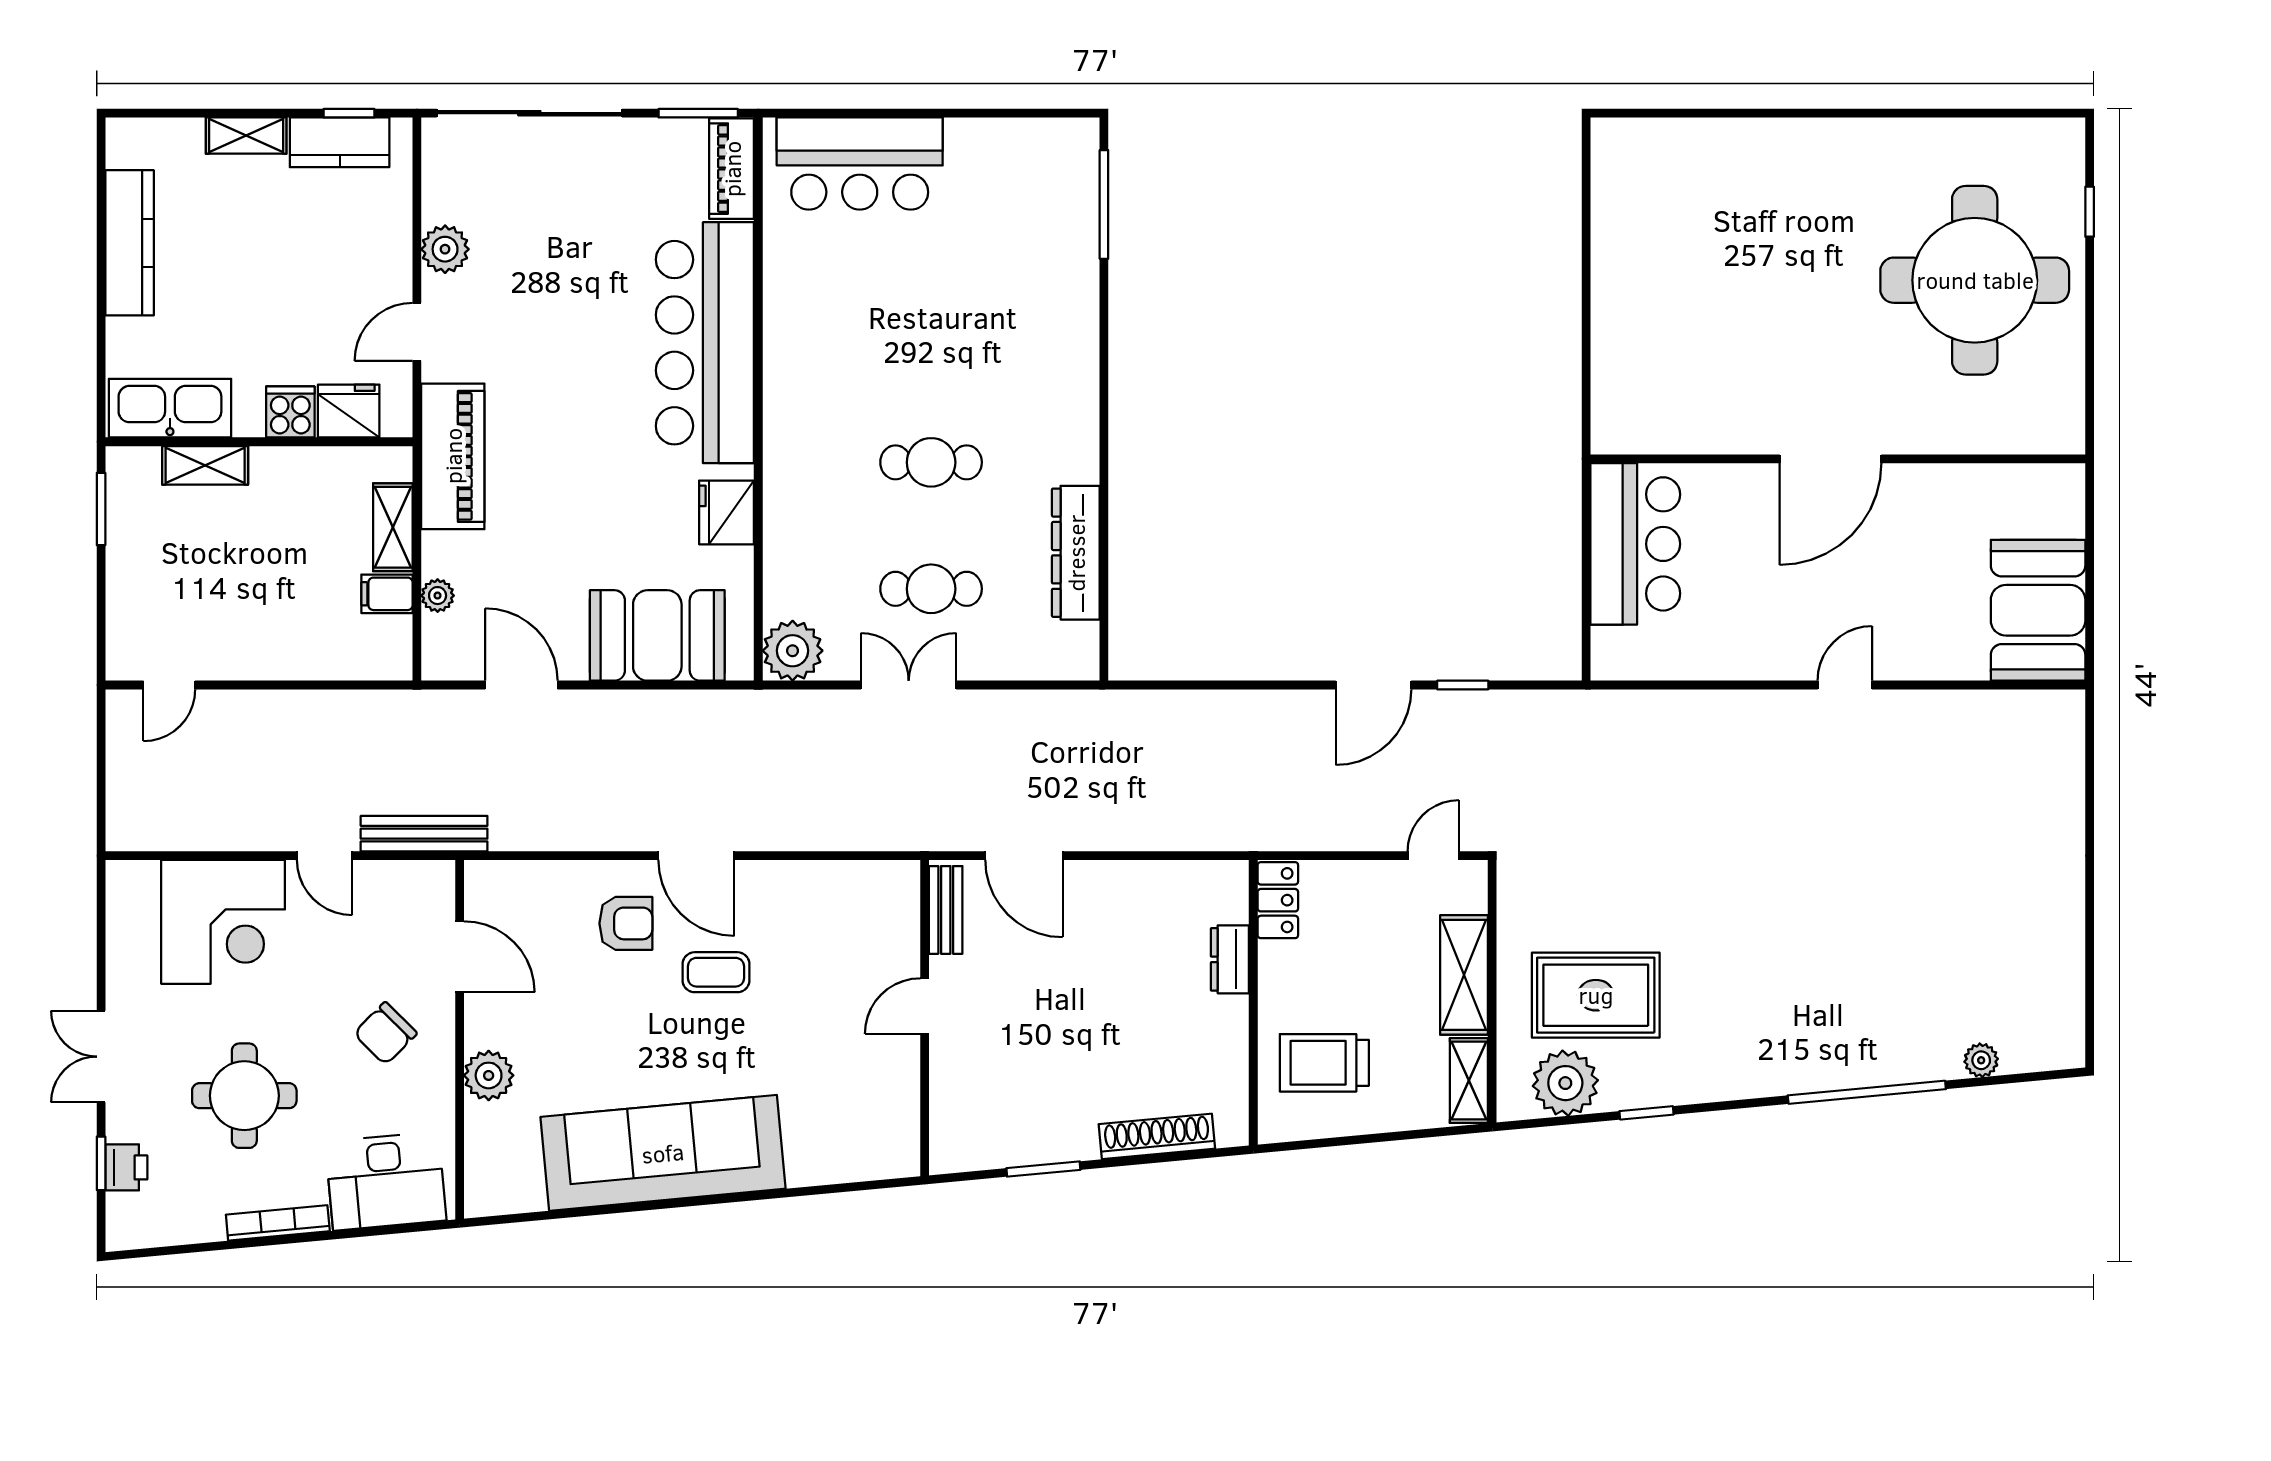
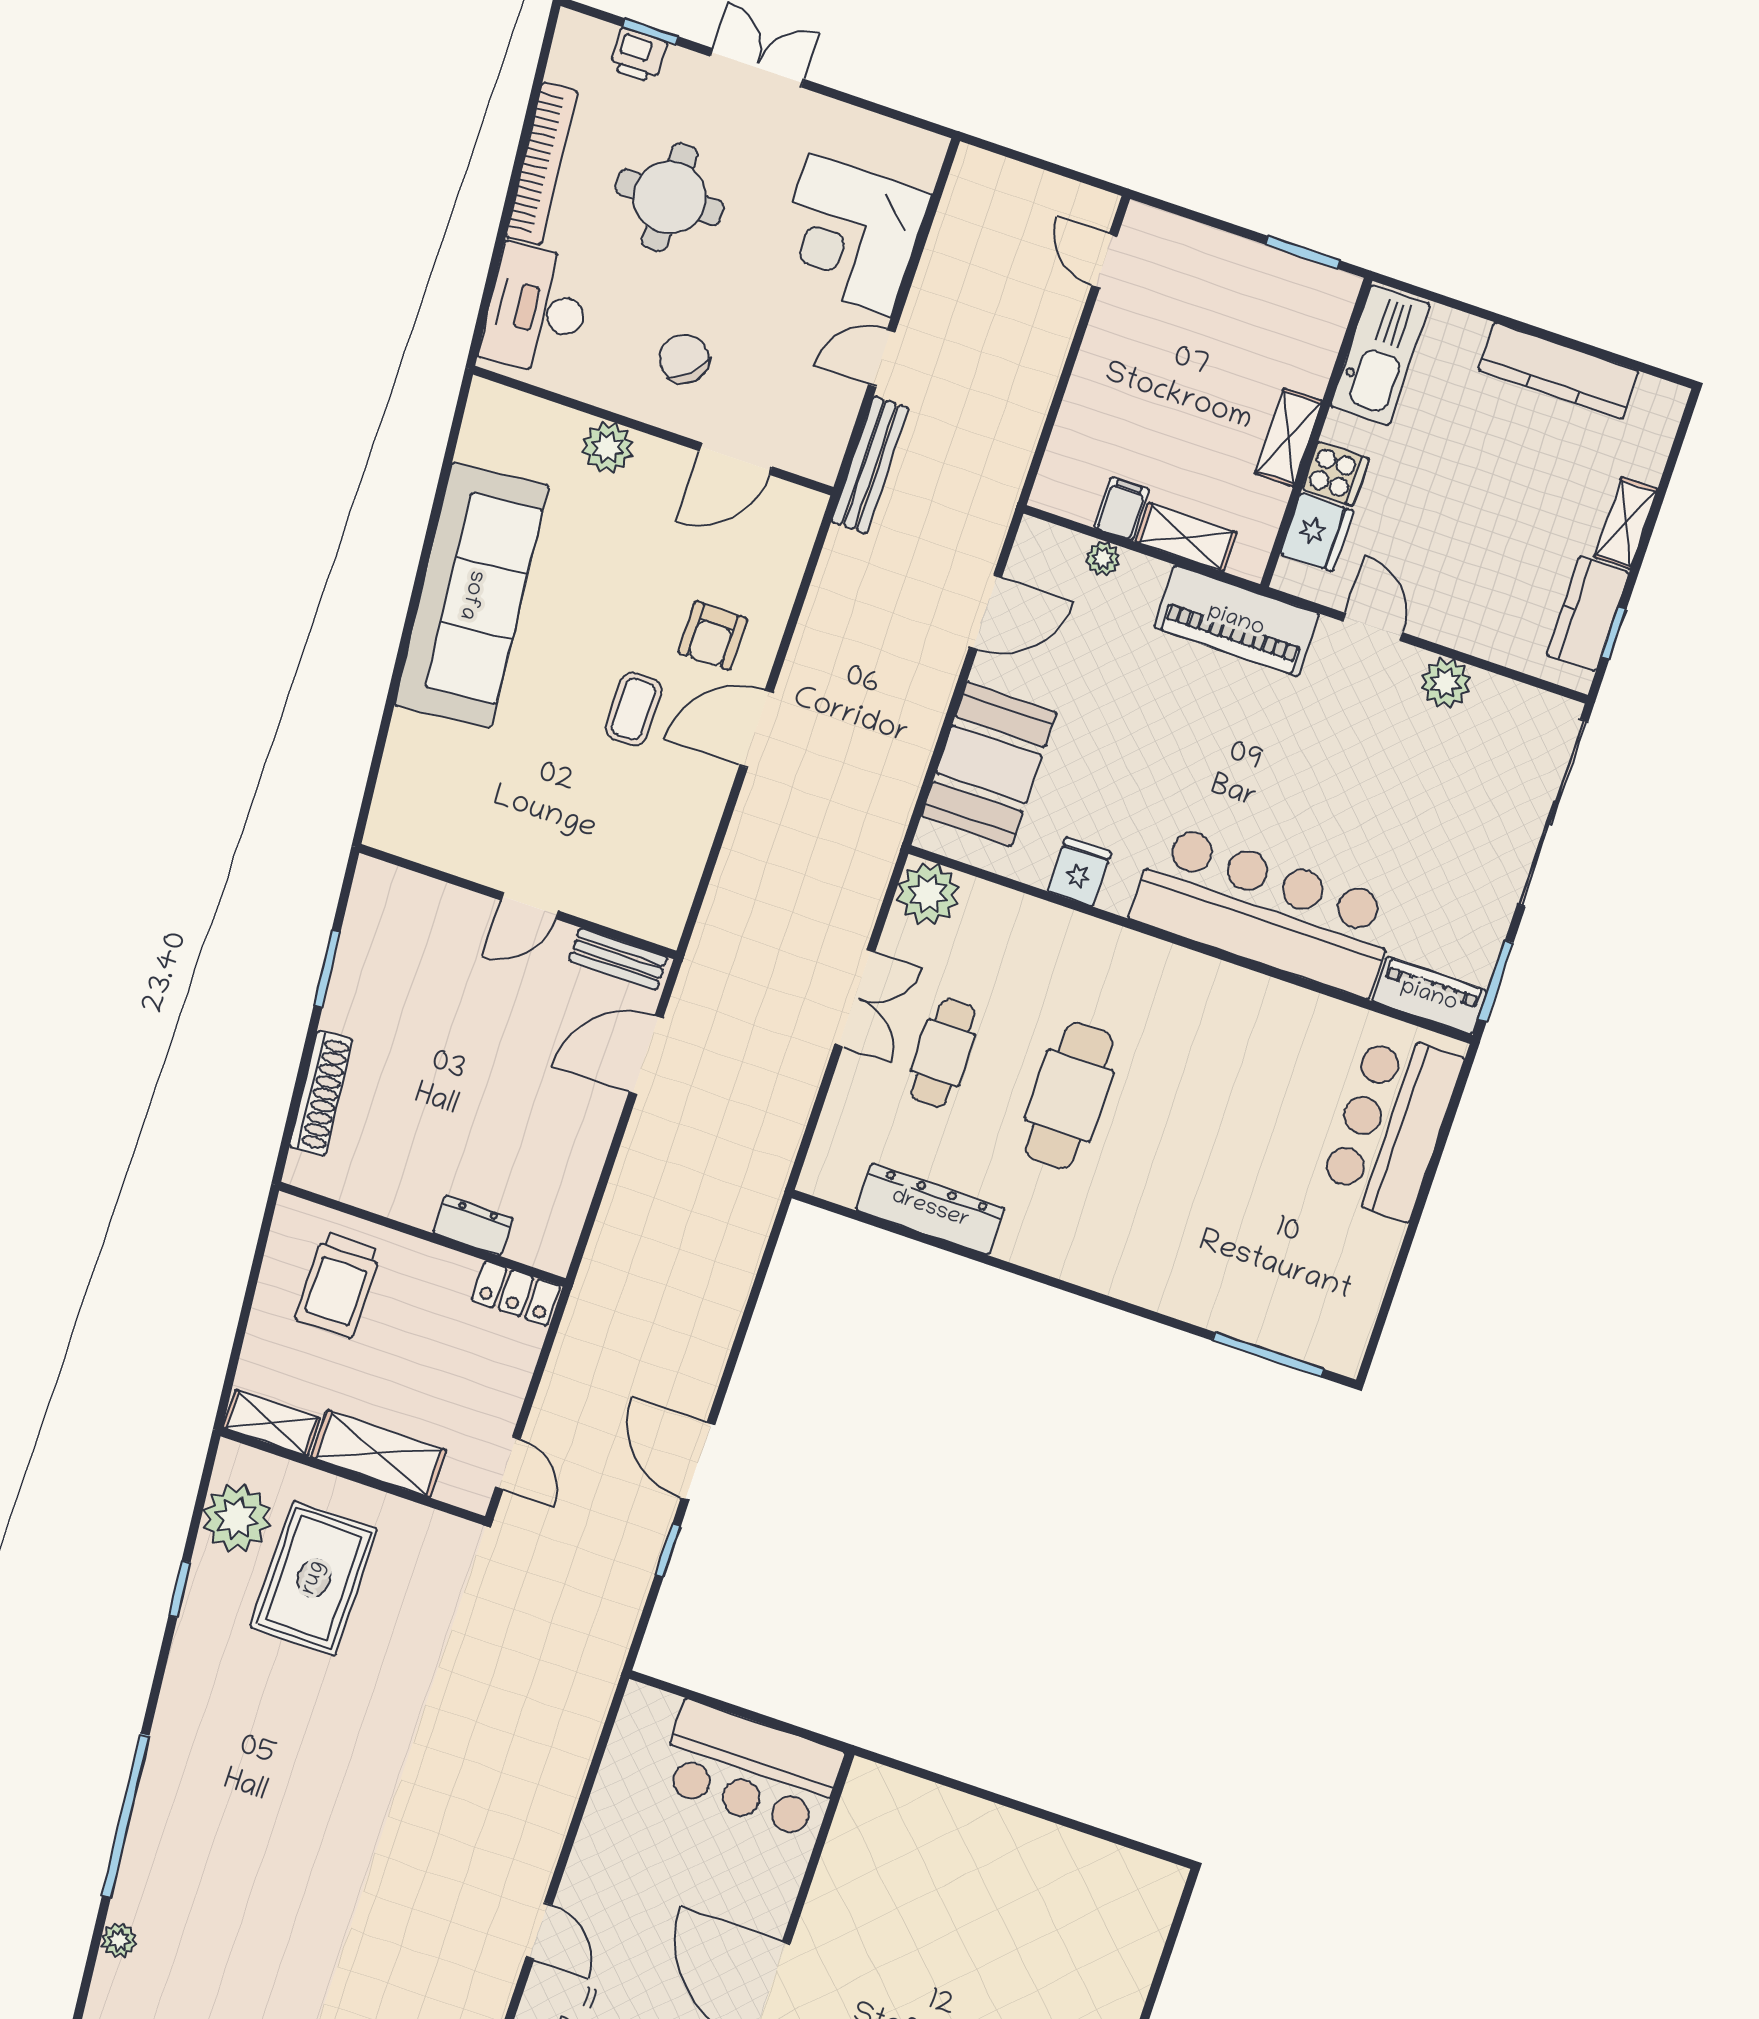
cafe table: (931, 462) -> (1069, 1095), width x1.37, depth x1.35
shelving: (205, 465) -> (1289, 437), moved
fridge: (727, 512) -> (1079, 872), width x0.72
door: (925, 1006) -> (529, 906), swing flipped
trolley: (1324, 1063) -> (338, 1285), turned 180
bookcase: (278, 1223) -> (542, 164), width x1.48, depth x1.31

